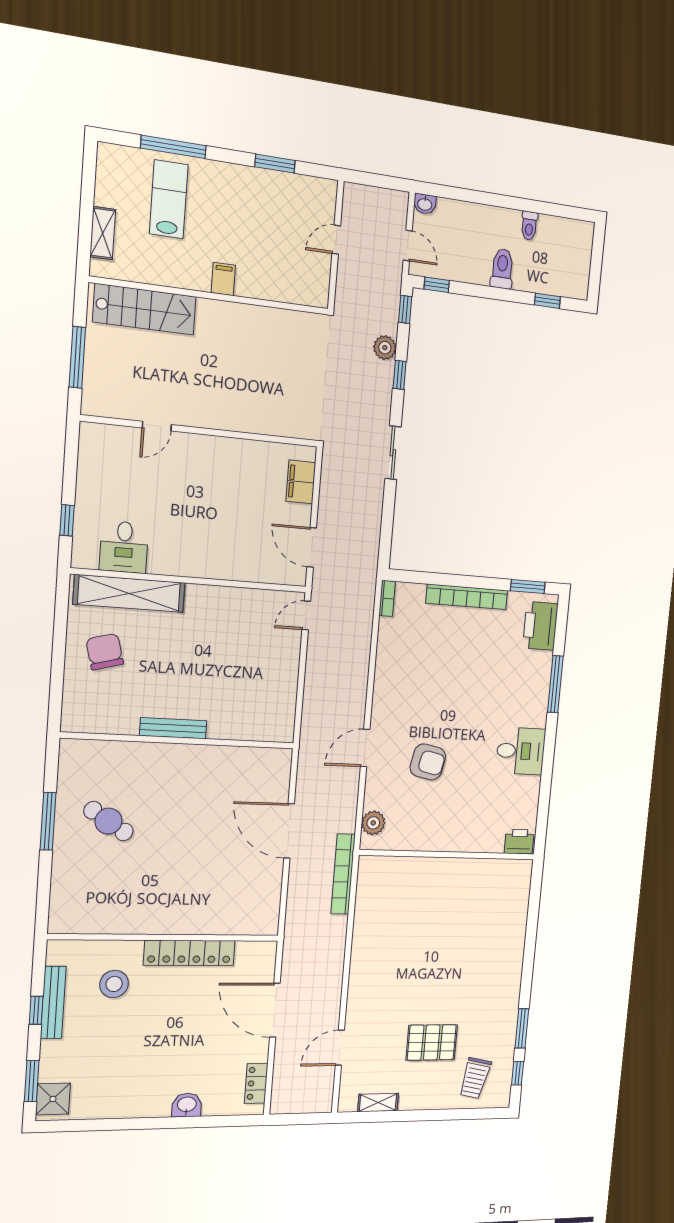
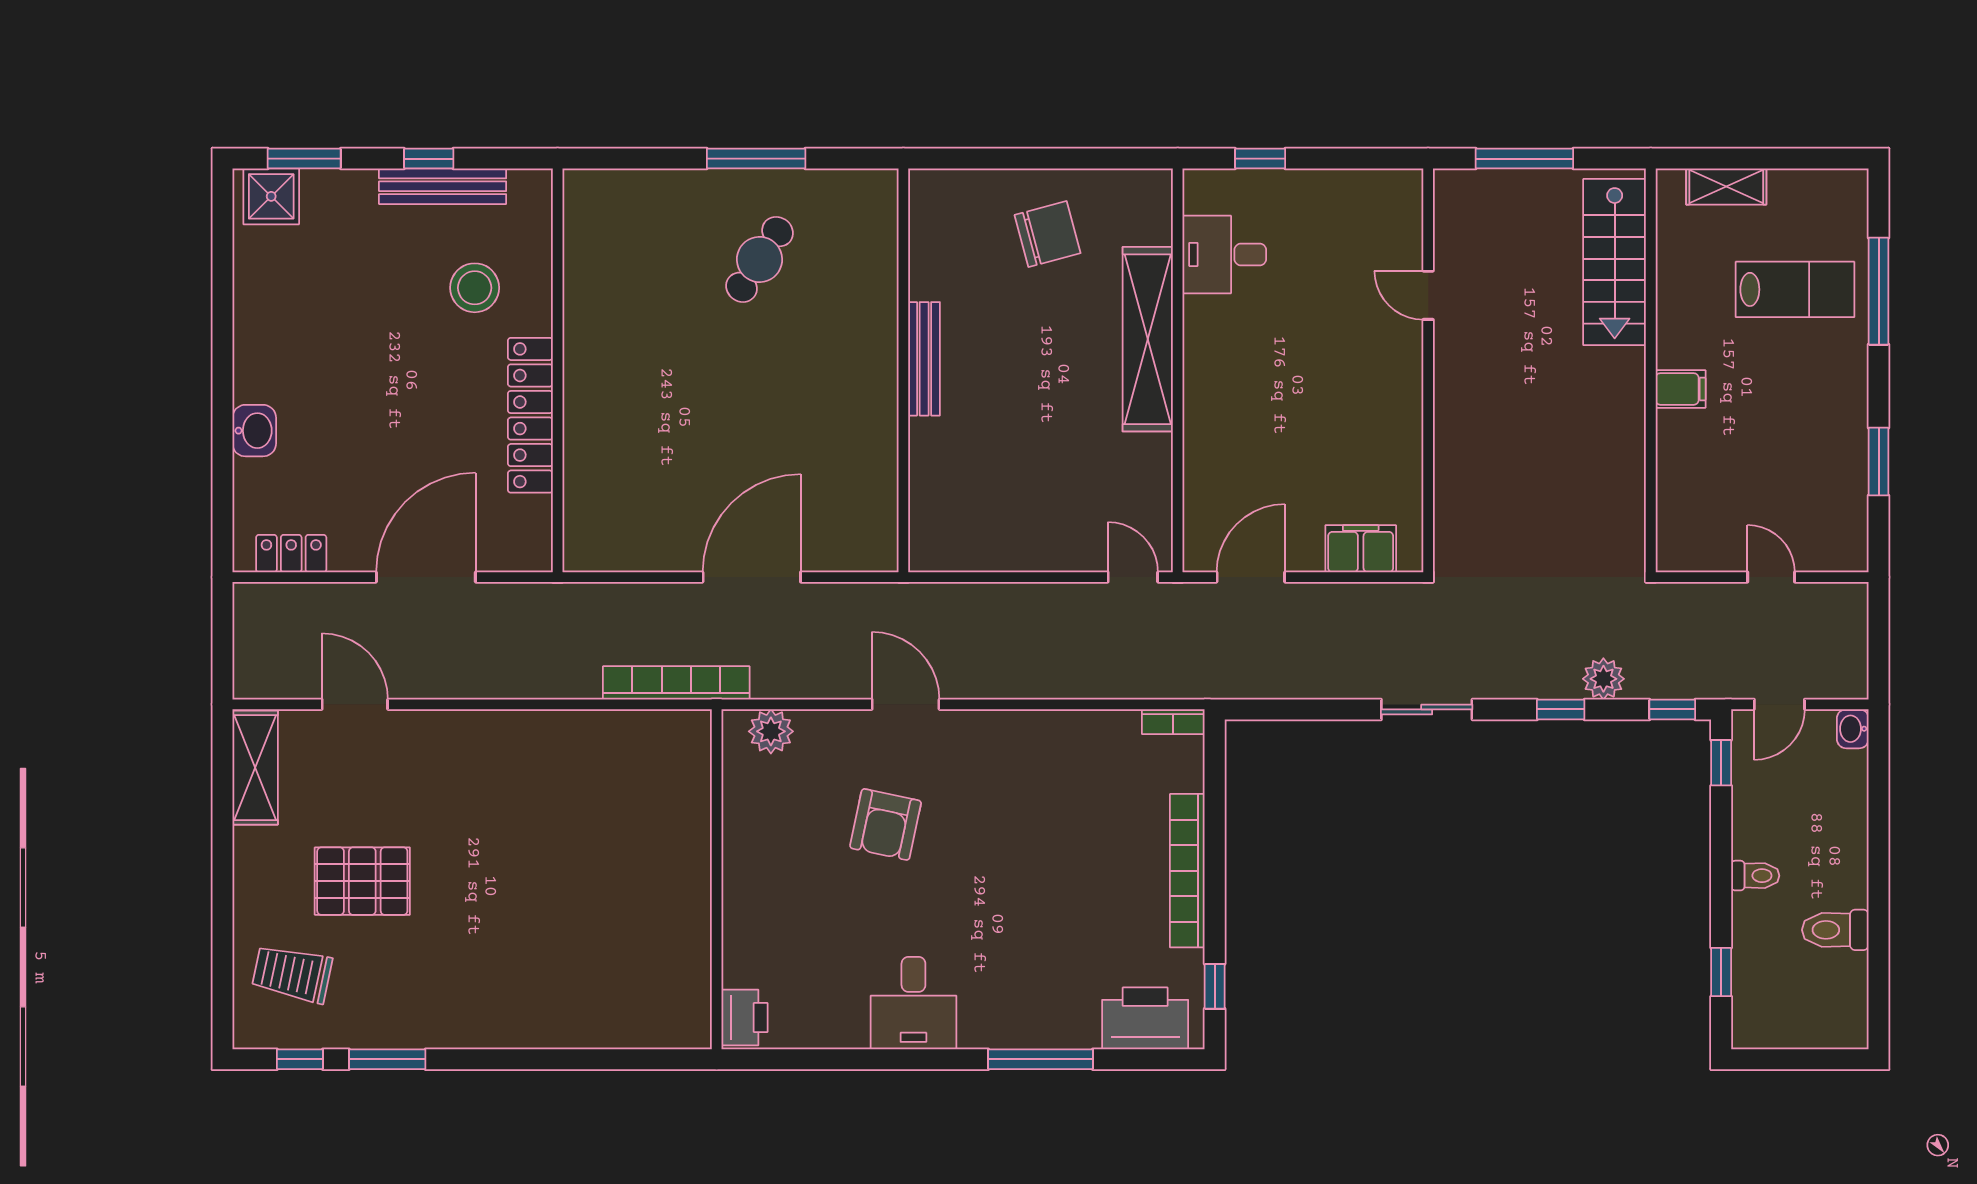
toilet: (529, 226) -> (1835, 930), width x1.37, depth x1.39
toilet: (502, 269) -> (1755, 876), width x0.73, depth x0.72
window: (528, 586) -> (1215, 986), width x0.67
shelving: (129, 593) -> (1148, 339), moved
pallet: (432, 1042) -> (362, 881), turned 90
shelving: (378, 1103) -> (255, 768), width x1.50, depth x1.33

